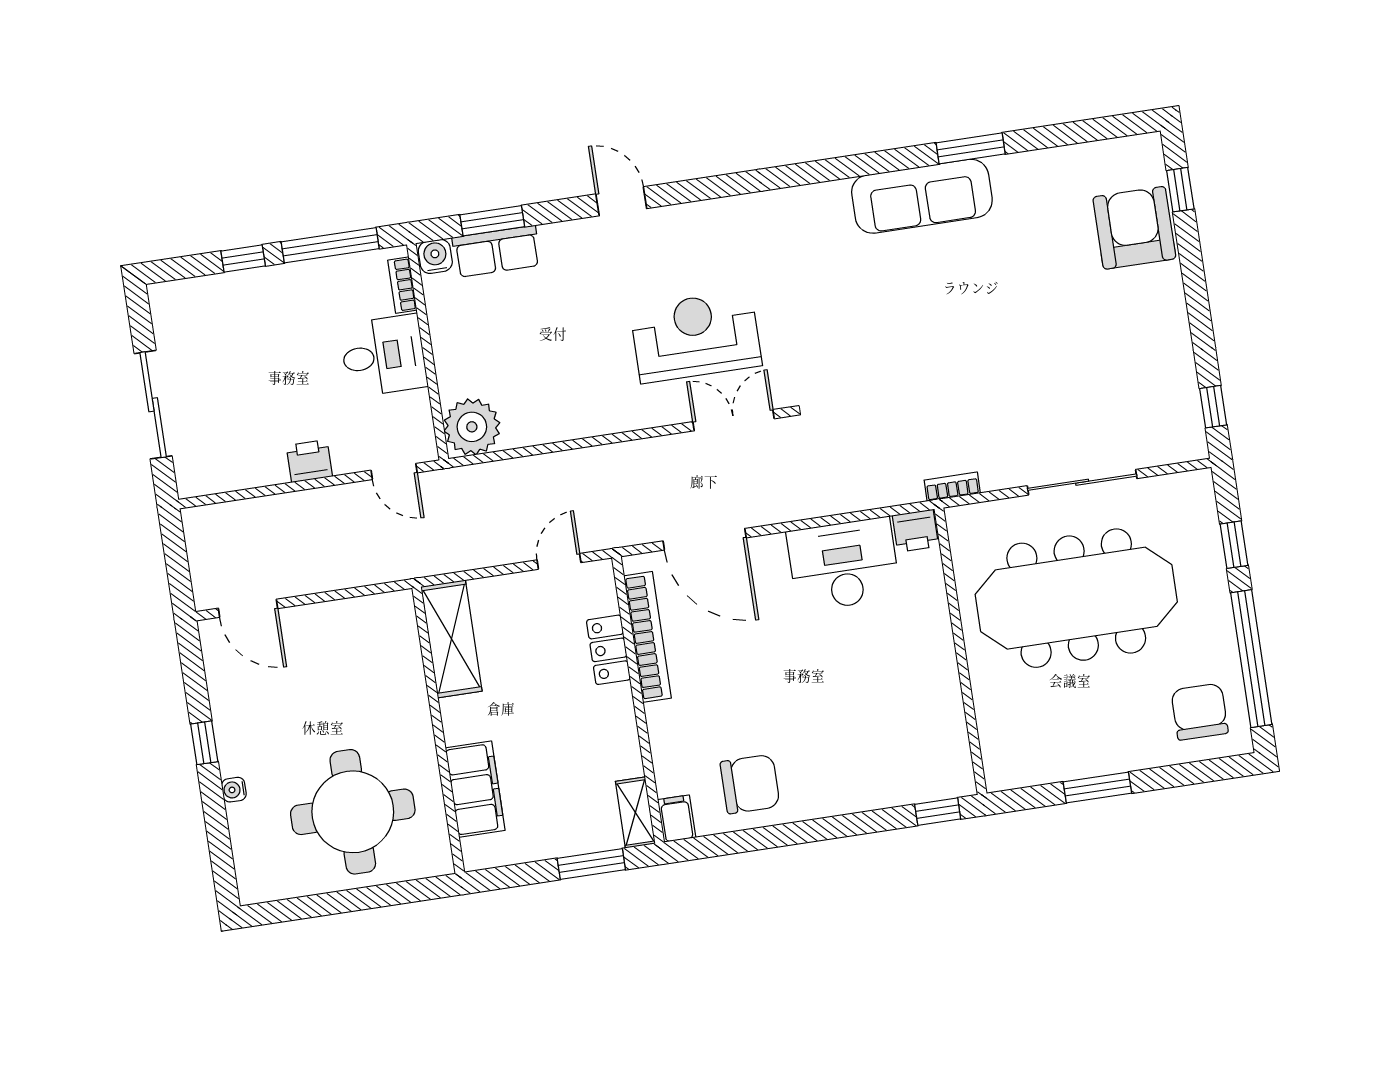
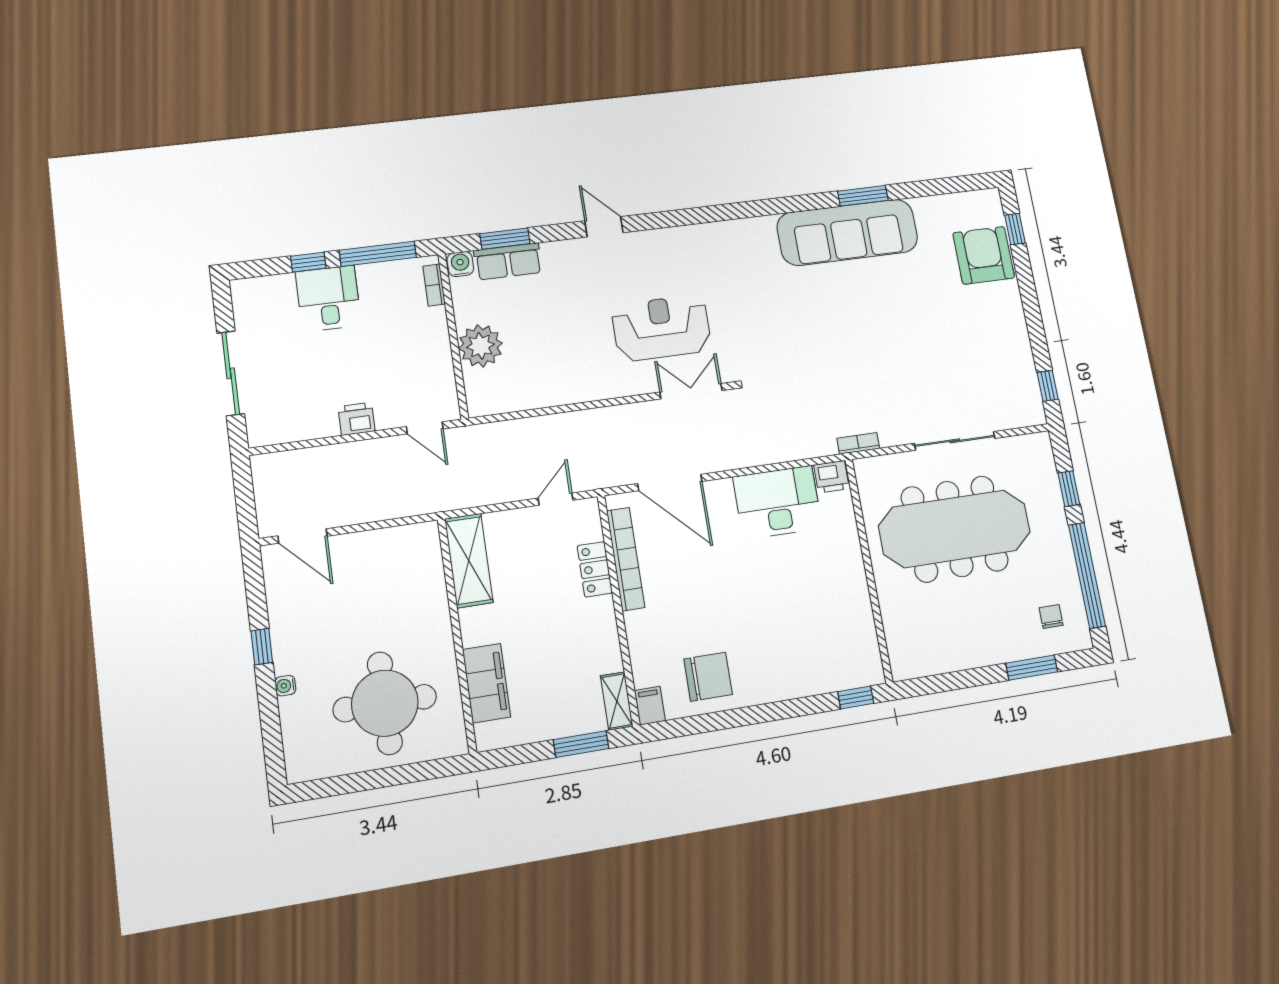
sofa: (922, 196) -> (848, 232), width x1.36, depth x1.27
desk: (383, 356) -> (328, 298), moved, turned -90
plant: (472, 427) -> (480, 346), moved
chair: (1200, 712) -> (1051, 617), width x0.54, depth x0.54
window: (1097, 788) -> (1032, 668), moved

